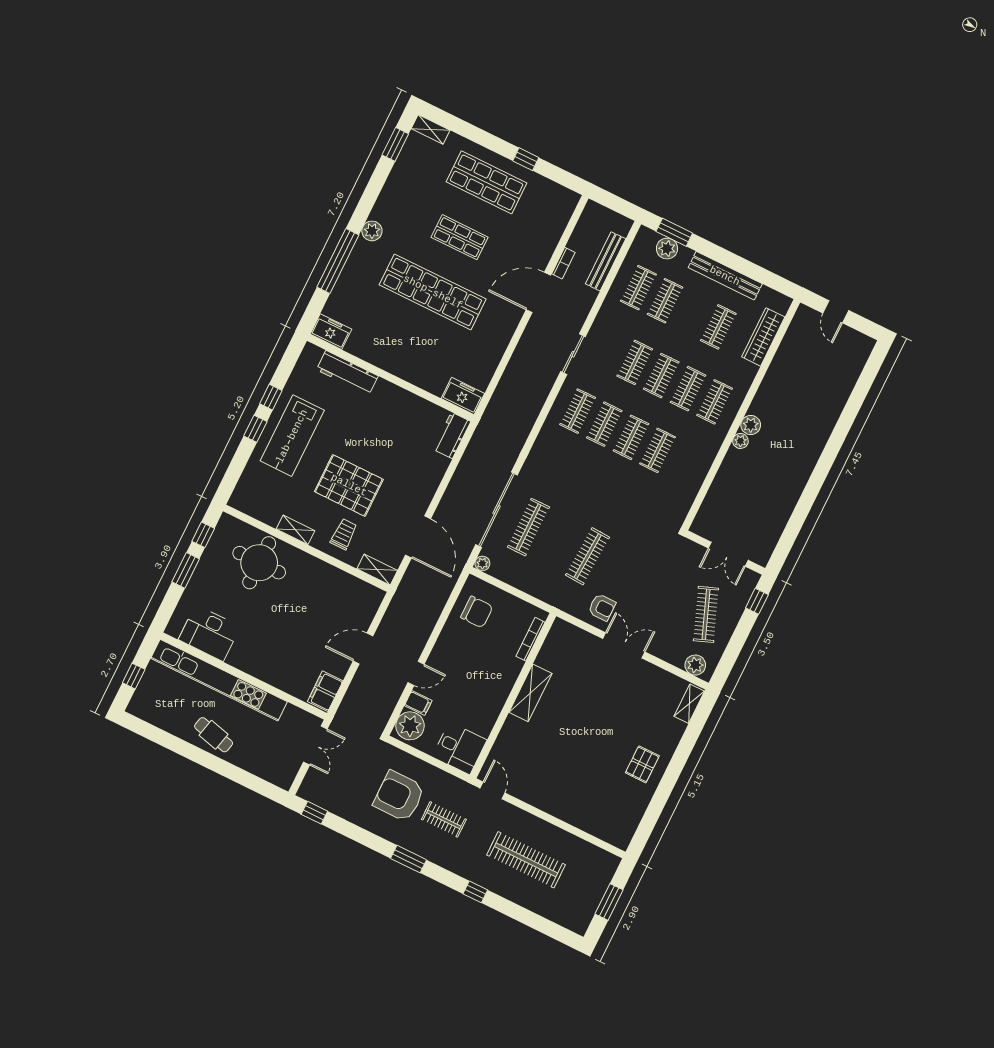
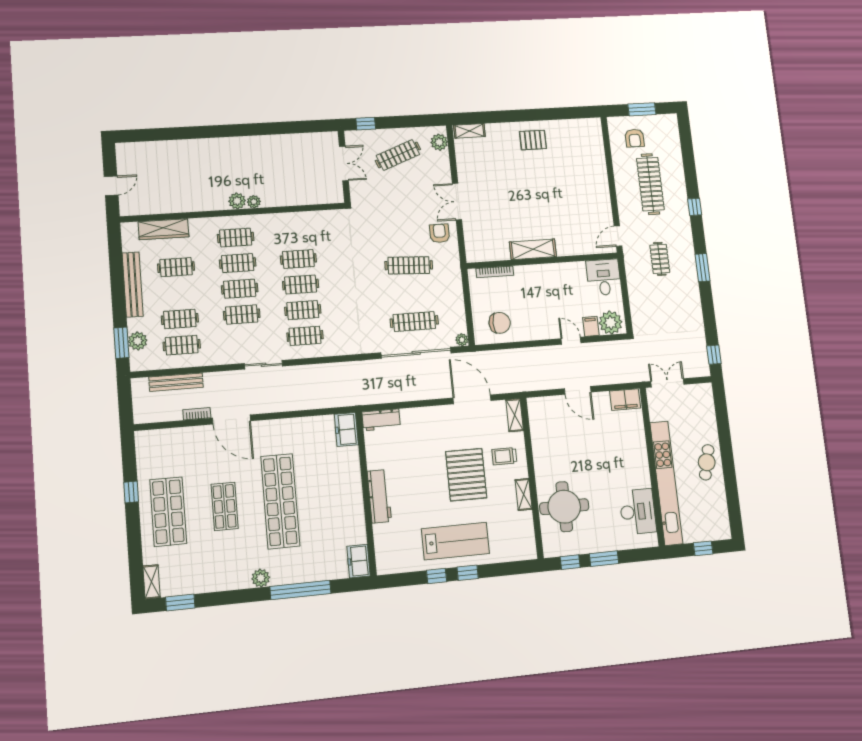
workbench: (347, 373) -> (379, 496), moved
door: (418, 537) -> (472, 399), hinge flipped
chair: (477, 612) -> (500, 323), turned 90
armchair: (399, 796) -> (635, 138), moved, width x0.53, depth x0.53

